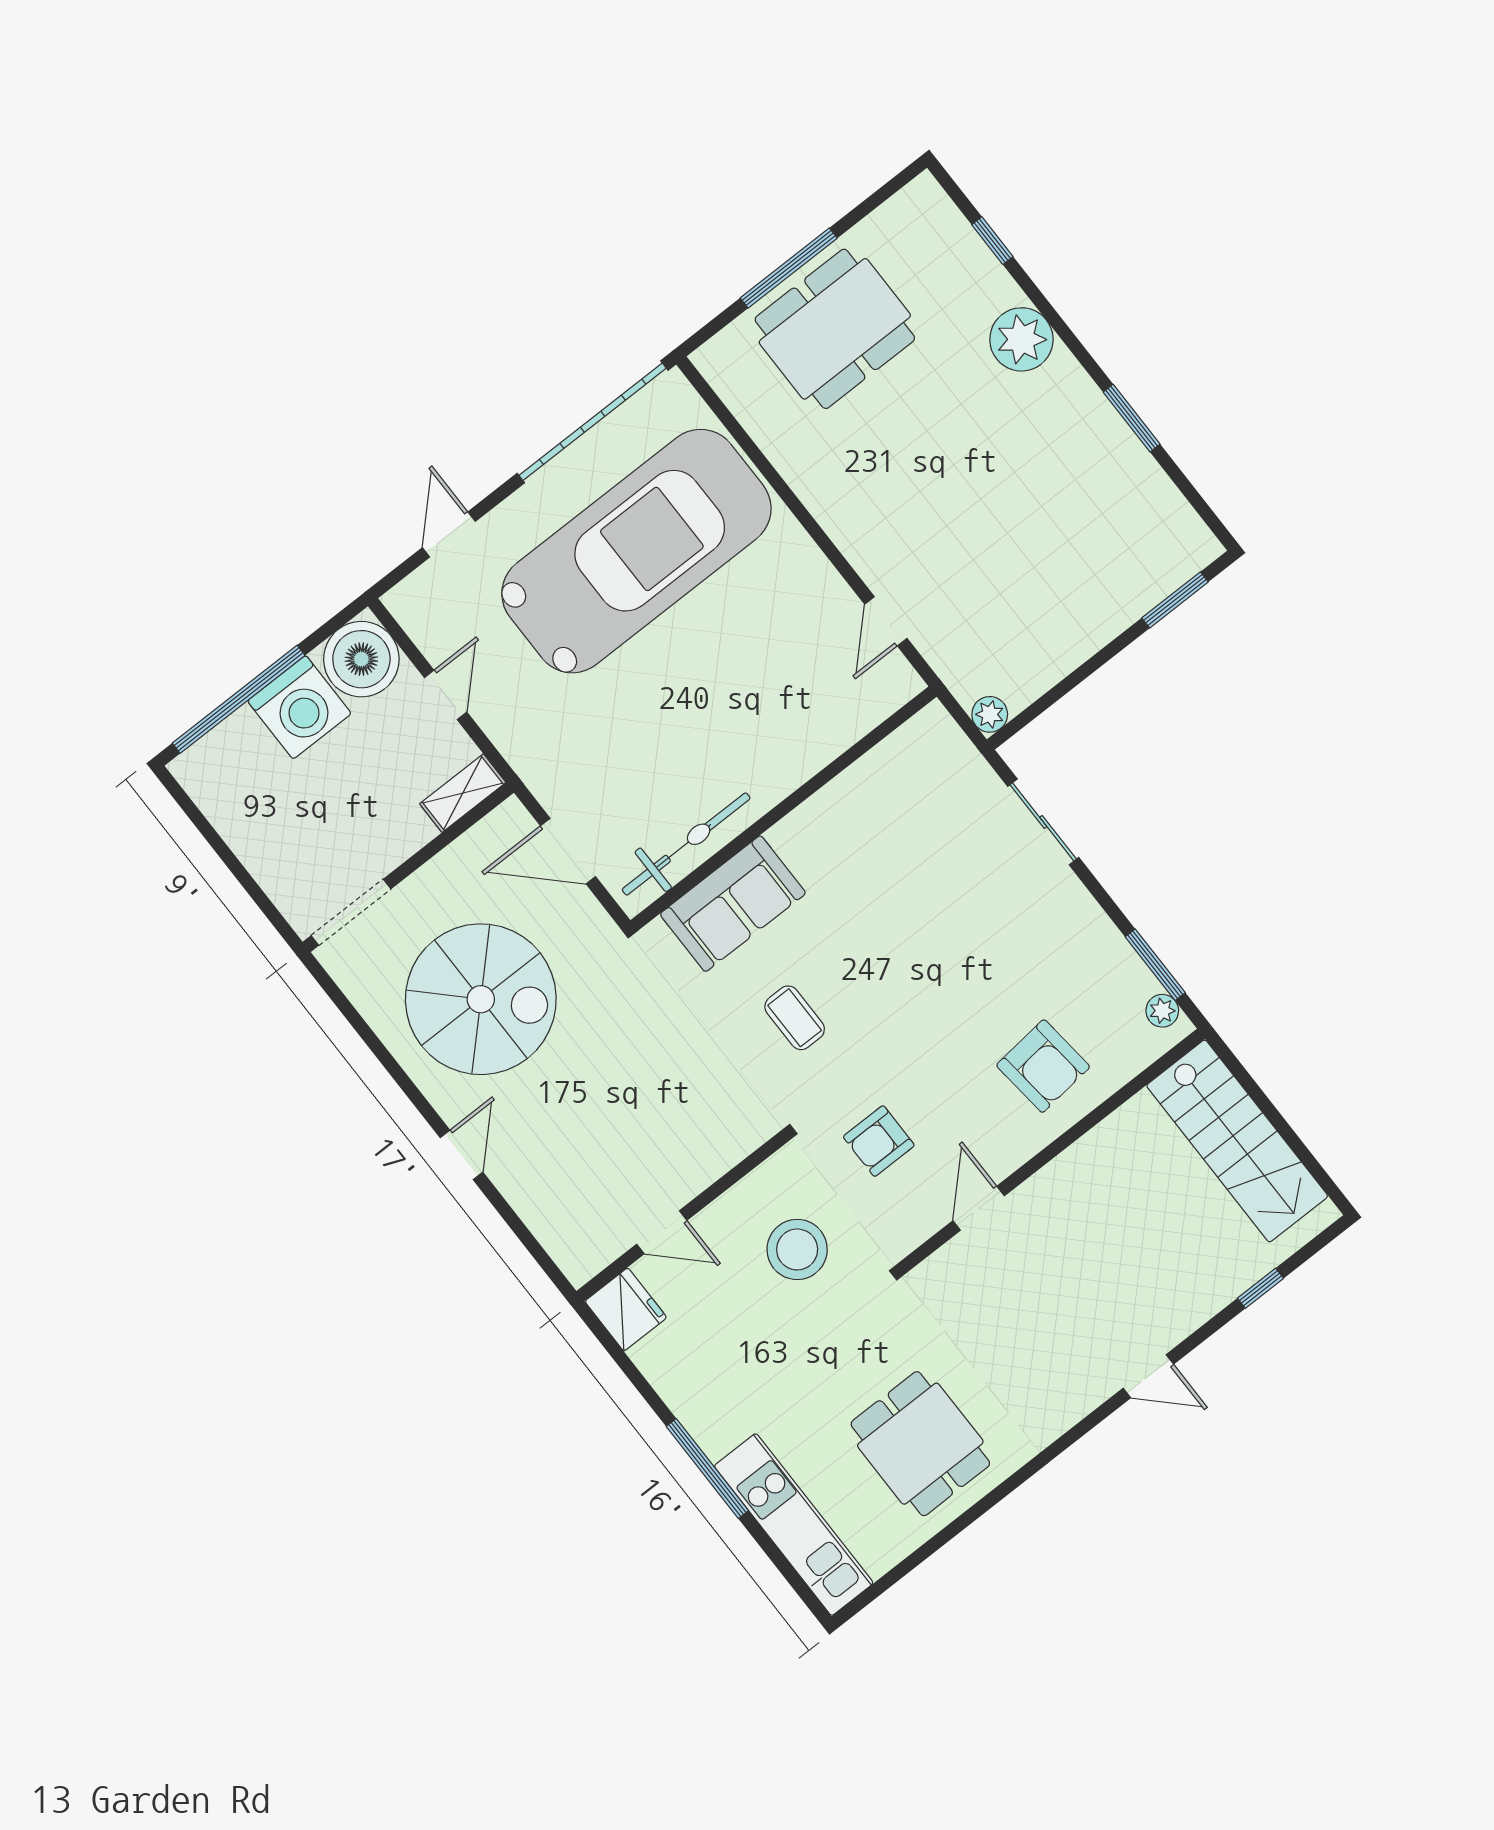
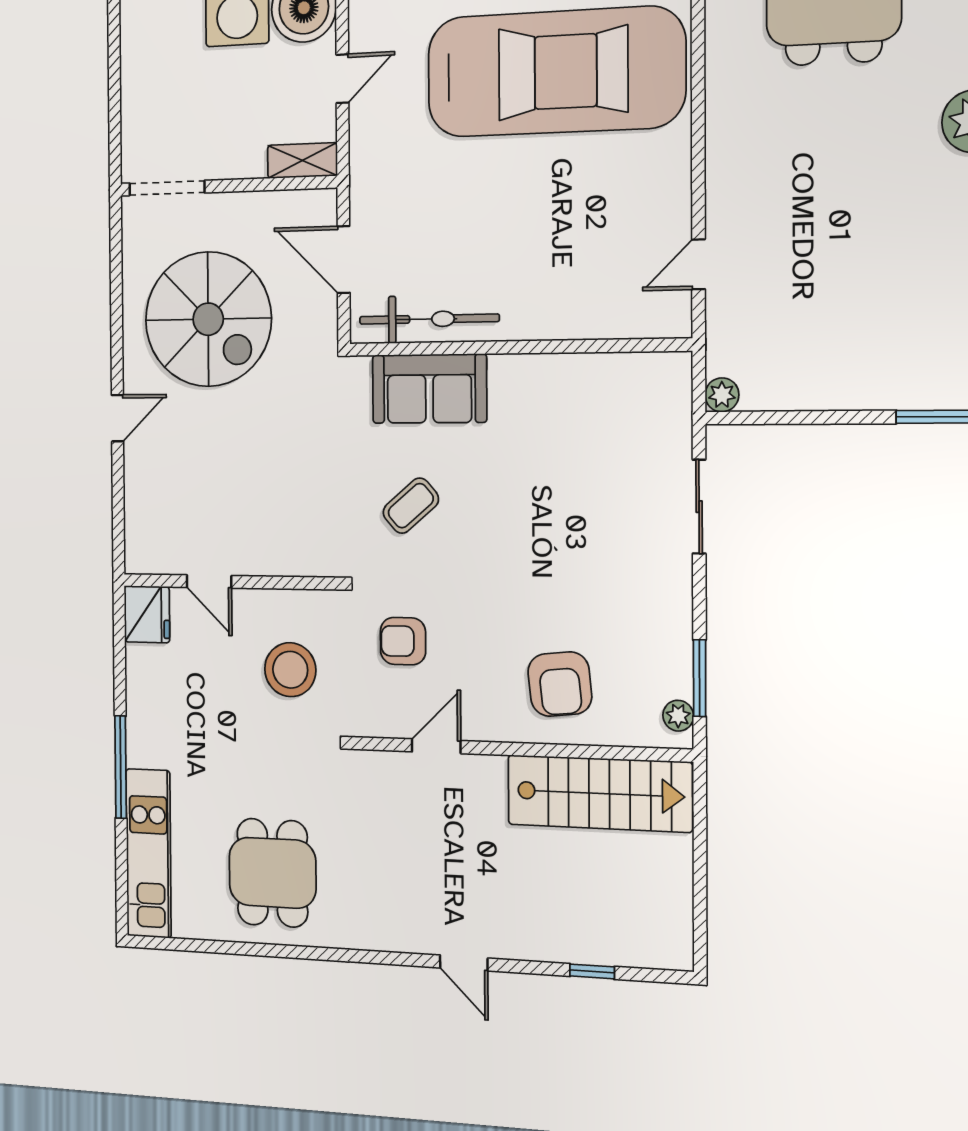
coffee table: (795, 1018) -> (411, 506), turned 49
stairs: (1237, 1141) -> (599, 793), moved, turned -90

